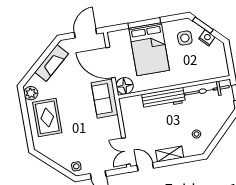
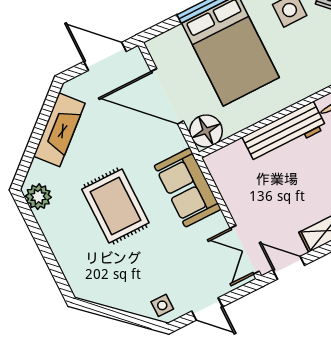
door: (86, 33) -> (105, 56), hinge flipped
sofa: (105, 99) -> (188, 187), moved
rug: (47, 117) -> (115, 206), moved

